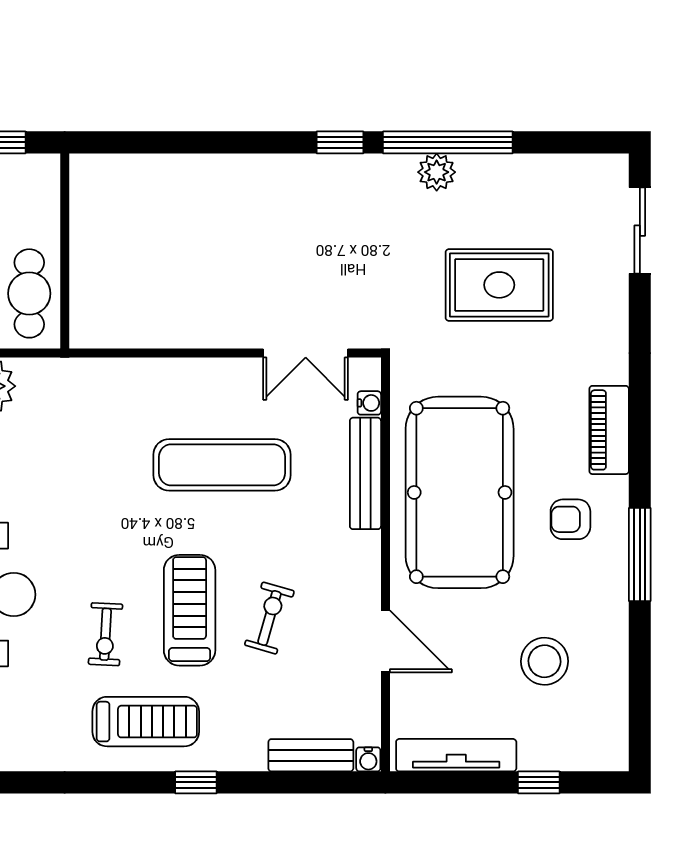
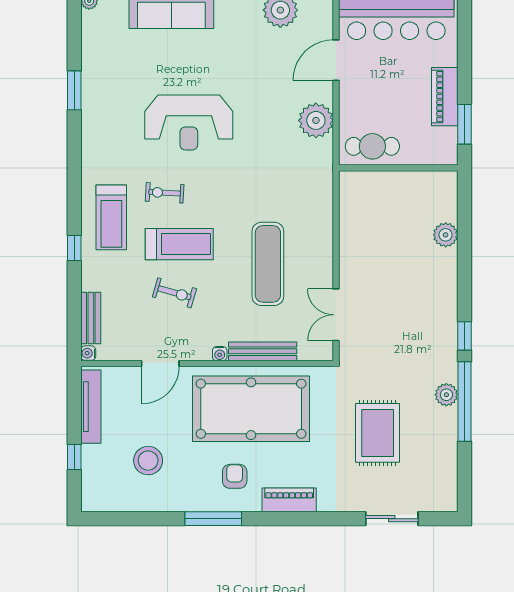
plant: (174, 173) -> (446, 235), added
sliding door: (640, 231) -> (392, 519), moved
water cooler: (369, 403) -> (220, 354), moved

